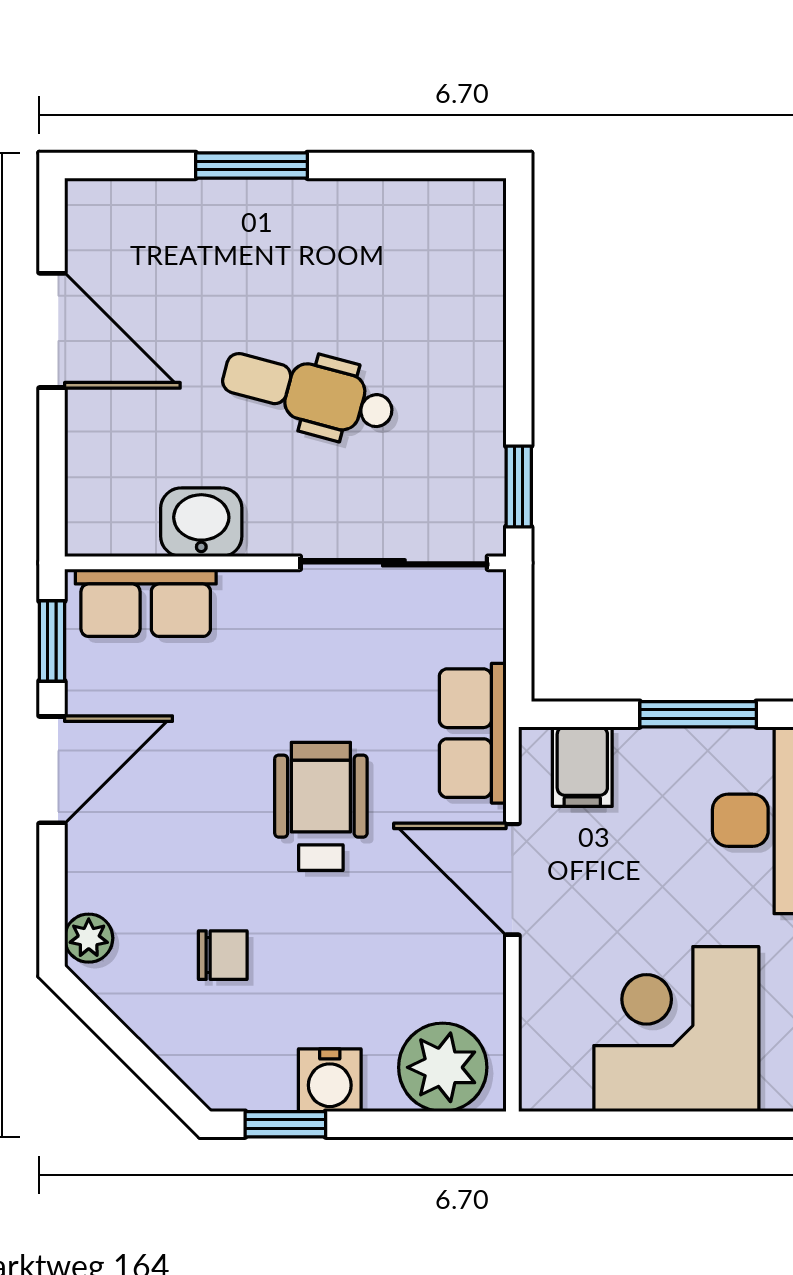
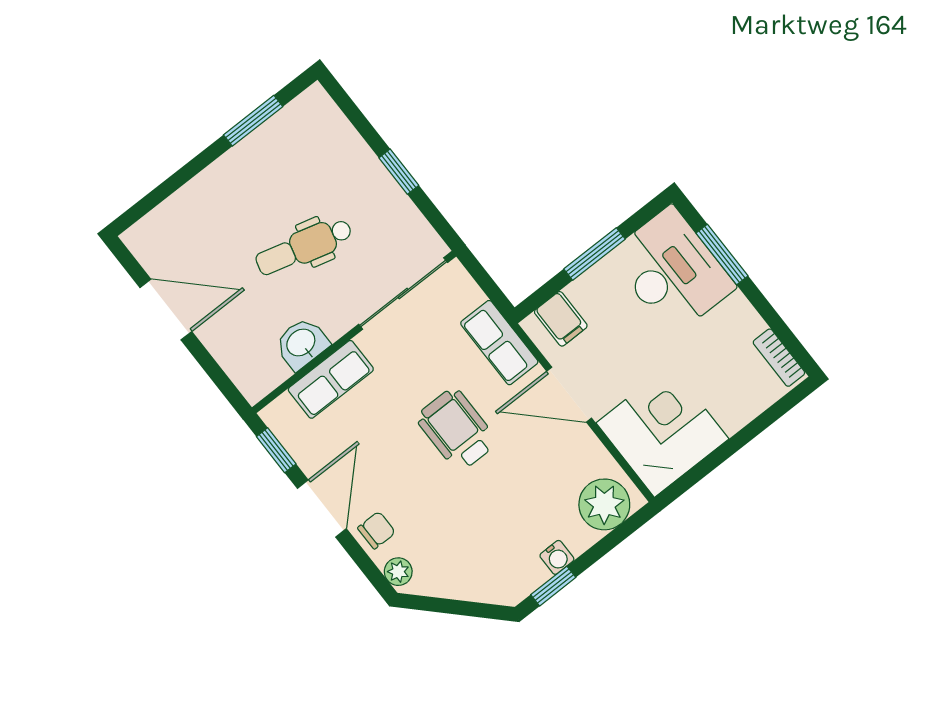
window: (251, 165) -> (253, 121), moved
window: (519, 486) -> (399, 172), moved
row of seats: (146, 603) -> (331, 379), moved
chair: (223, 955) -> (377, 530), moved
corner desk: (676, 1029) -> (662, 431), moved, turned 90
water cooler: (330, 1080) -> (557, 557), width x0.72, depth x0.72

